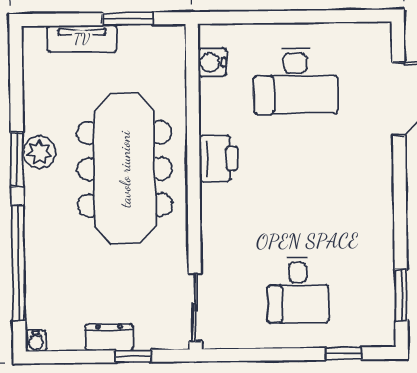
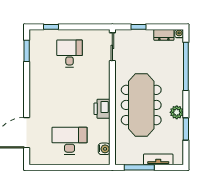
window: (128, 19) -> (139, 167), width x1.44
window: (17, 159) -> (186, 129), moved
dresser: (109, 337) -> (164, 35), moved

